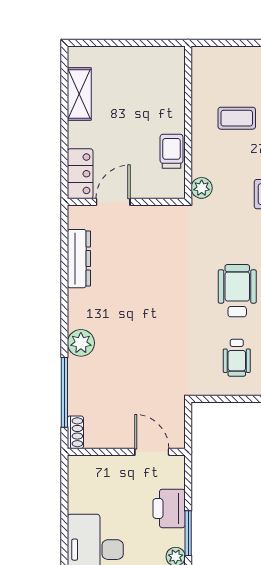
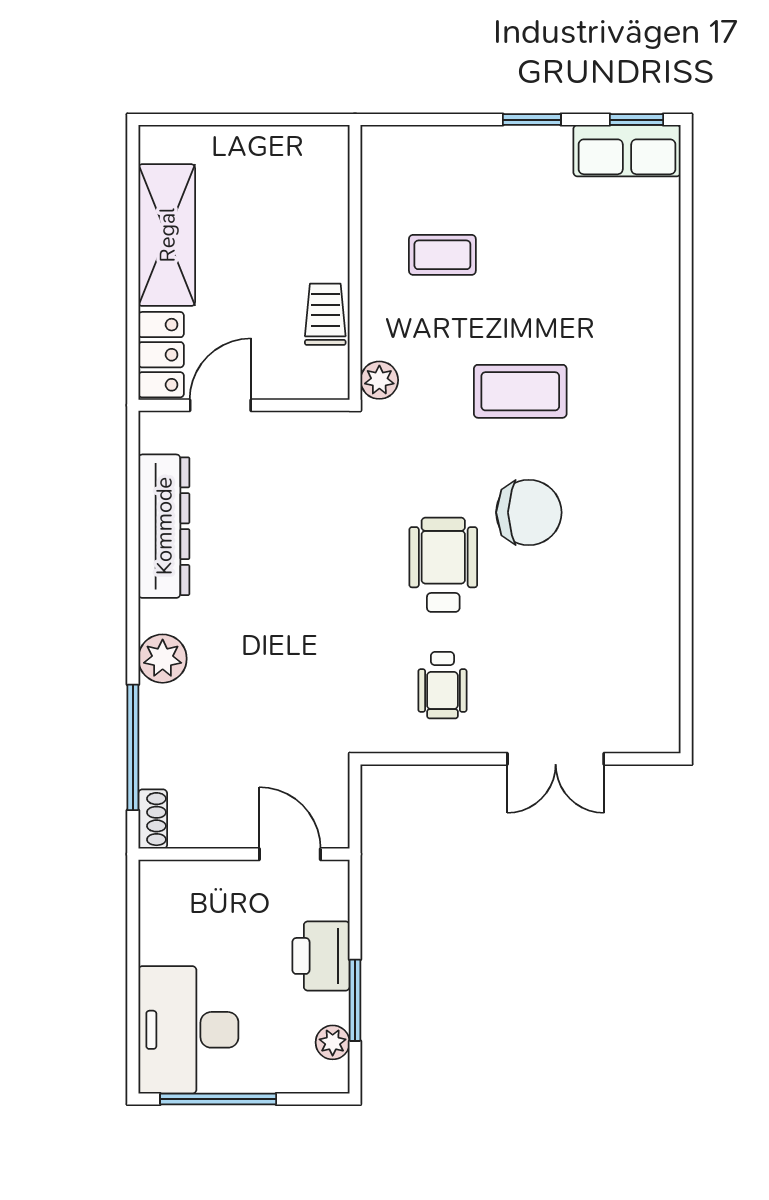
shelving: (79, 94) -> (167, 235), width x1.50, depth x1.33
dresser: (79, 259) -> (164, 526), width x1.37, depth x1.24

